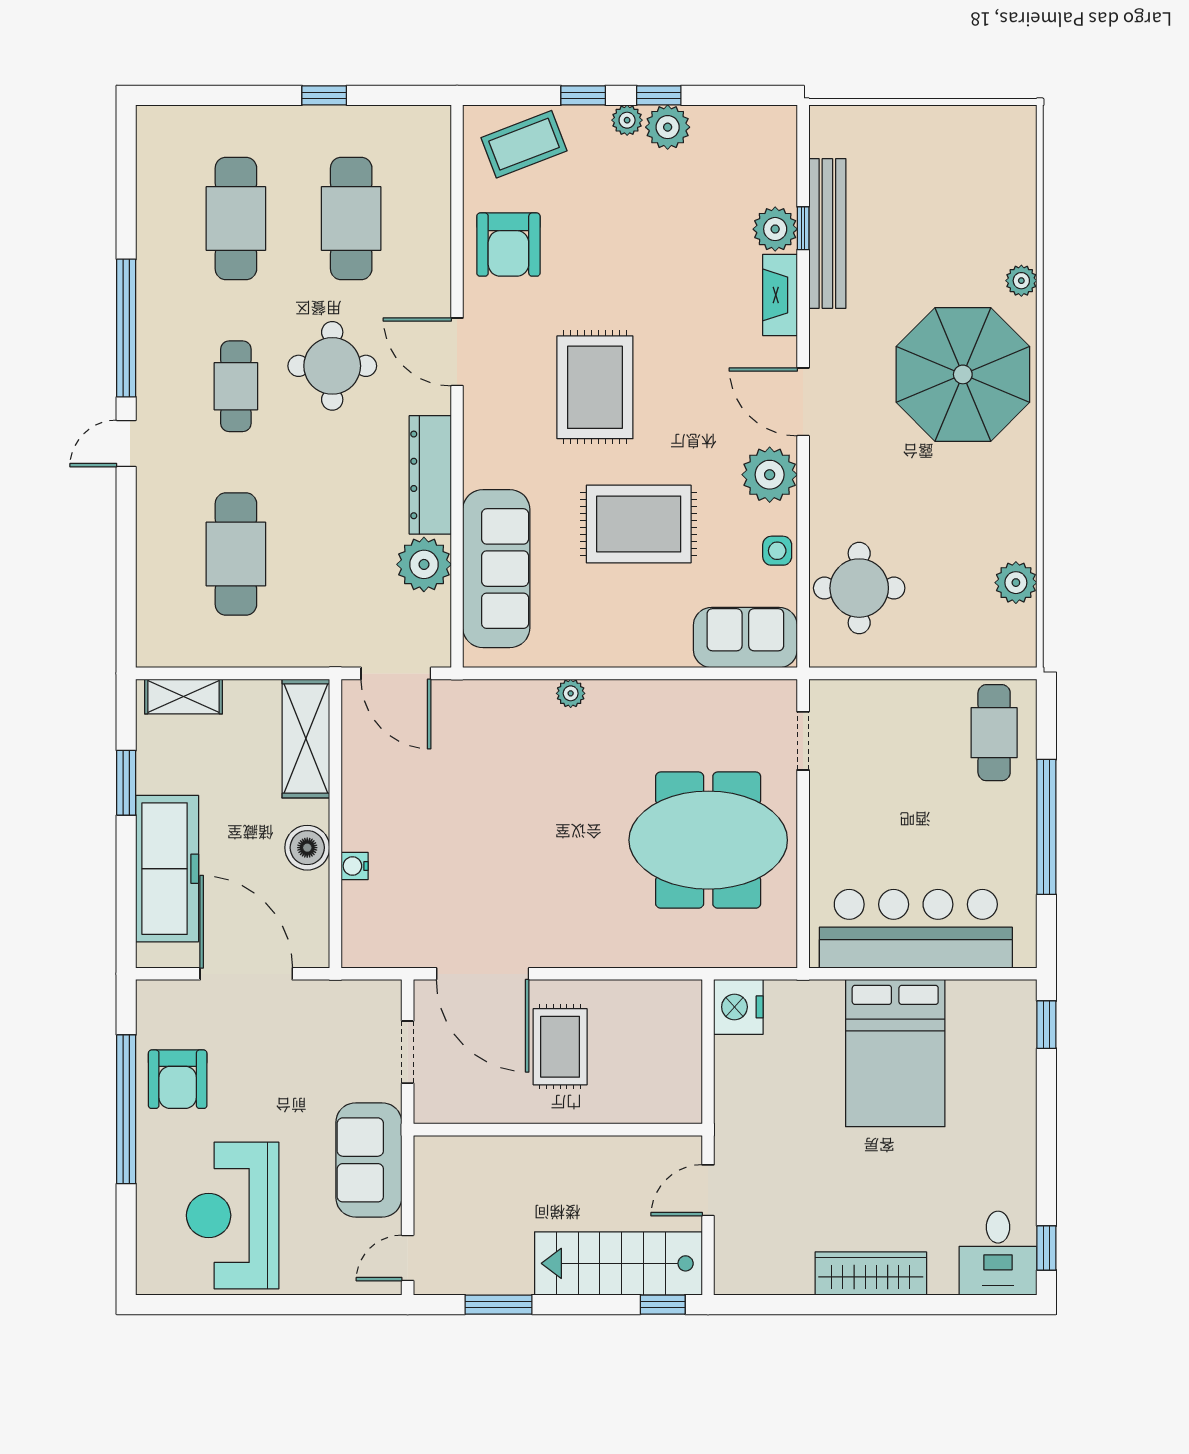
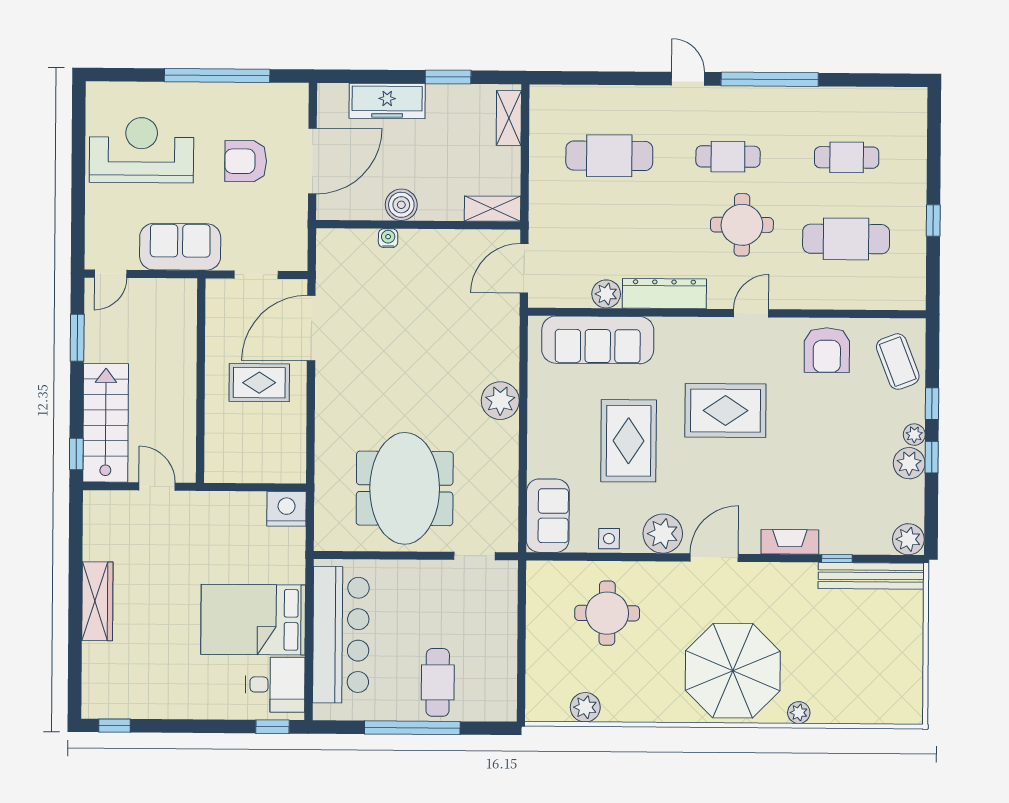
cafe table: (236, 218) -> (847, 157), width x0.73, depth x0.74
plant: (775, 229) -> (908, 539), moved
bench: (827, 234) -> (871, 576), moved
armchair: (508, 245) -> (827, 350), turned -90
door: (457, 352) -> (751, 313), width x0.73
plant: (424, 564) -> (606, 294), width x0.73, depth x0.73
round table: (859, 588) -> (607, 613), moved
plant: (571, 693) -> (500, 401), width x1.88, depth x1.88
cafe table: (994, 733) -> (438, 682), moved, turned 90
shelving: (306, 739) -> (492, 209), width x0.67, depth x0.75
freezer: (167, 869) -> (387, 101), width x0.73, depth x0.79
armchair: (178, 1079) -> (246, 161), moved
desk: (998, 1253) -> (275, 685), moved, turned 180
door: (408, 1258) -> (111, 274), swing flipped

